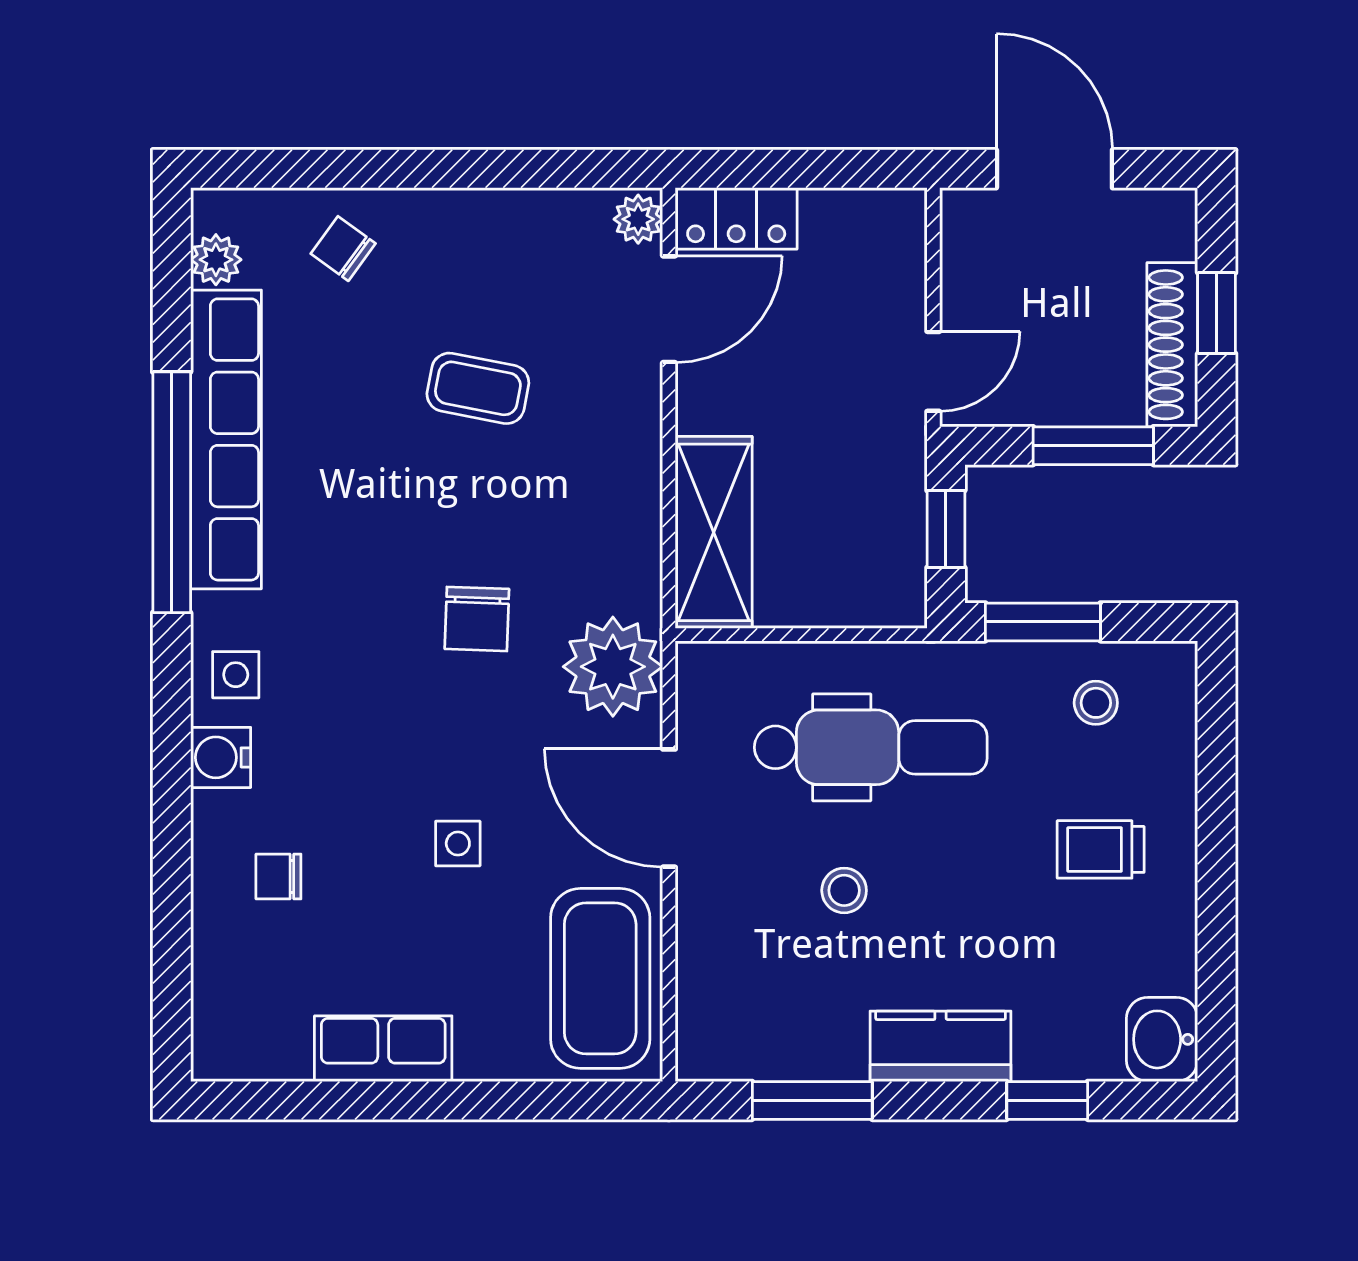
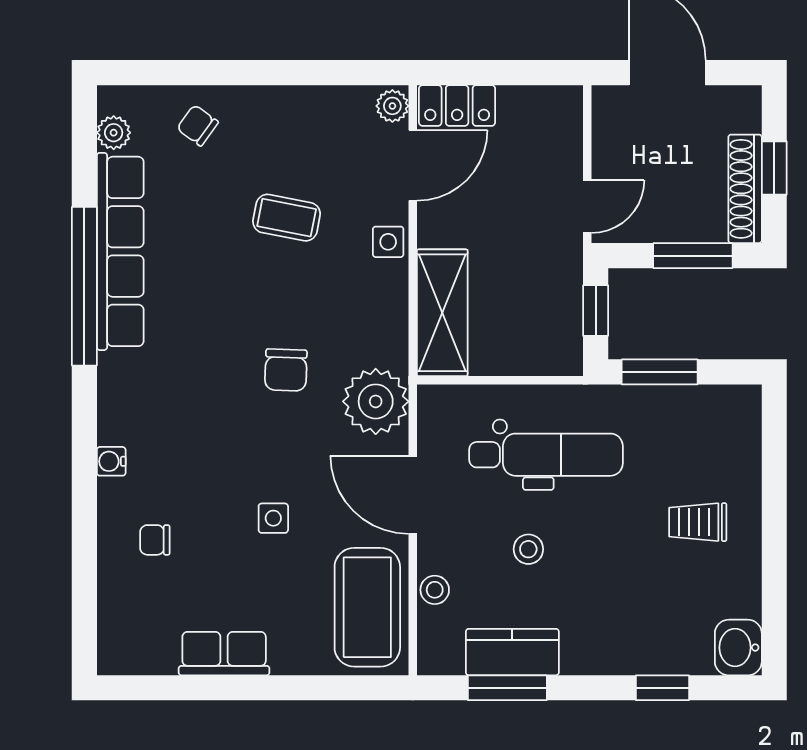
side table: (236, 675) -> (388, 242), moved
stool: (1096, 703) -> (435, 590), moved
water cooler: (221, 757) -> (111, 461), width x0.72, depth x0.72
kitchen counter: (941, 1046) -> (512, 652), moved

